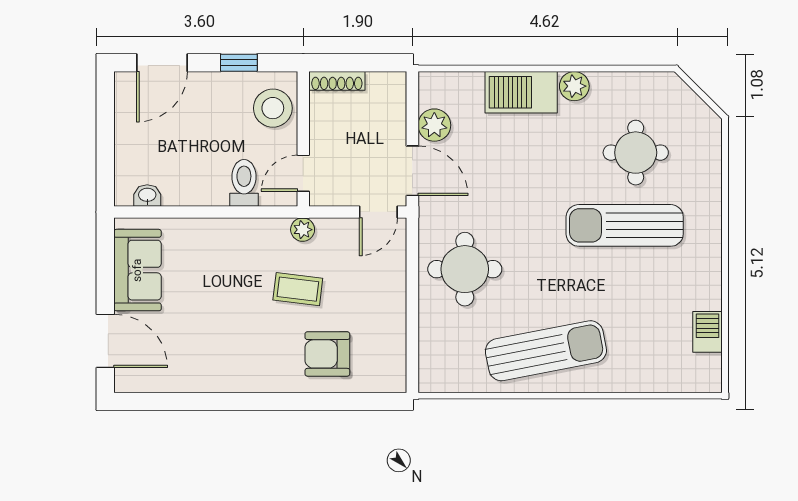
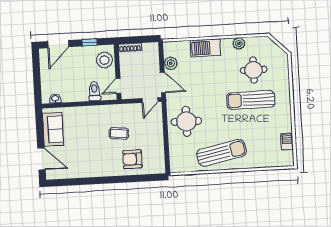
plant: (574, 86) -> (239, 44), moved
plant: (303, 230) -> (119, 109), removed

